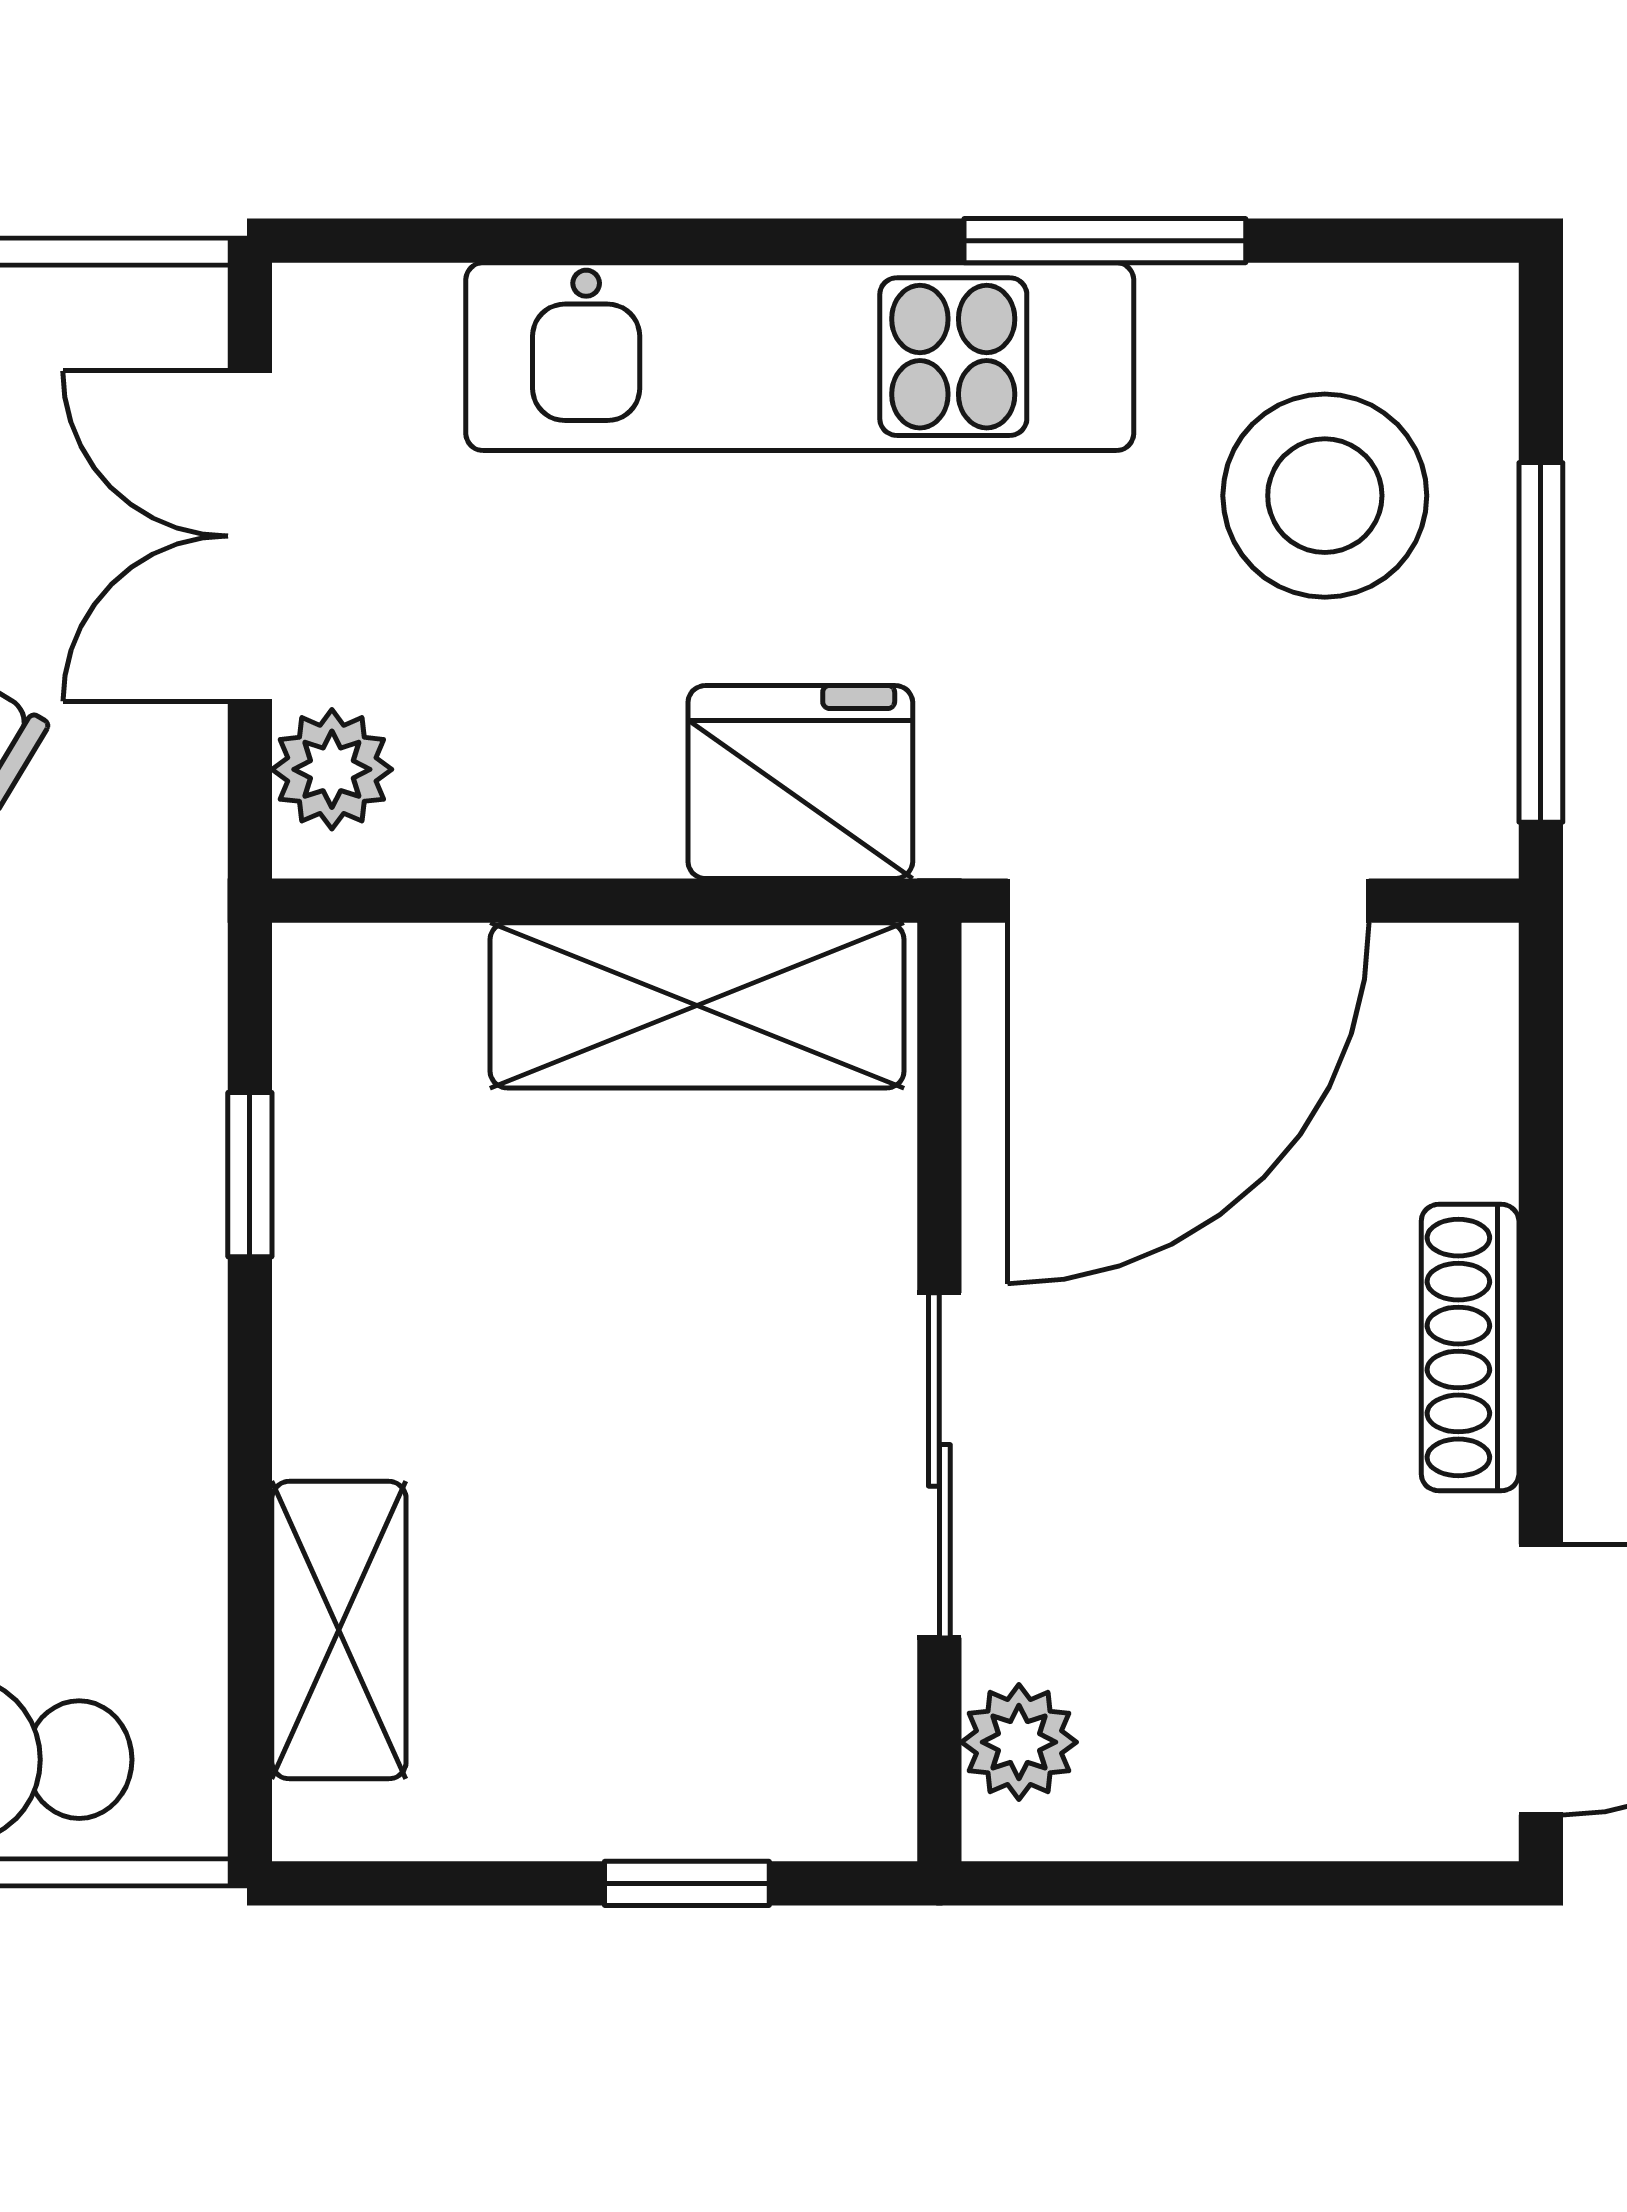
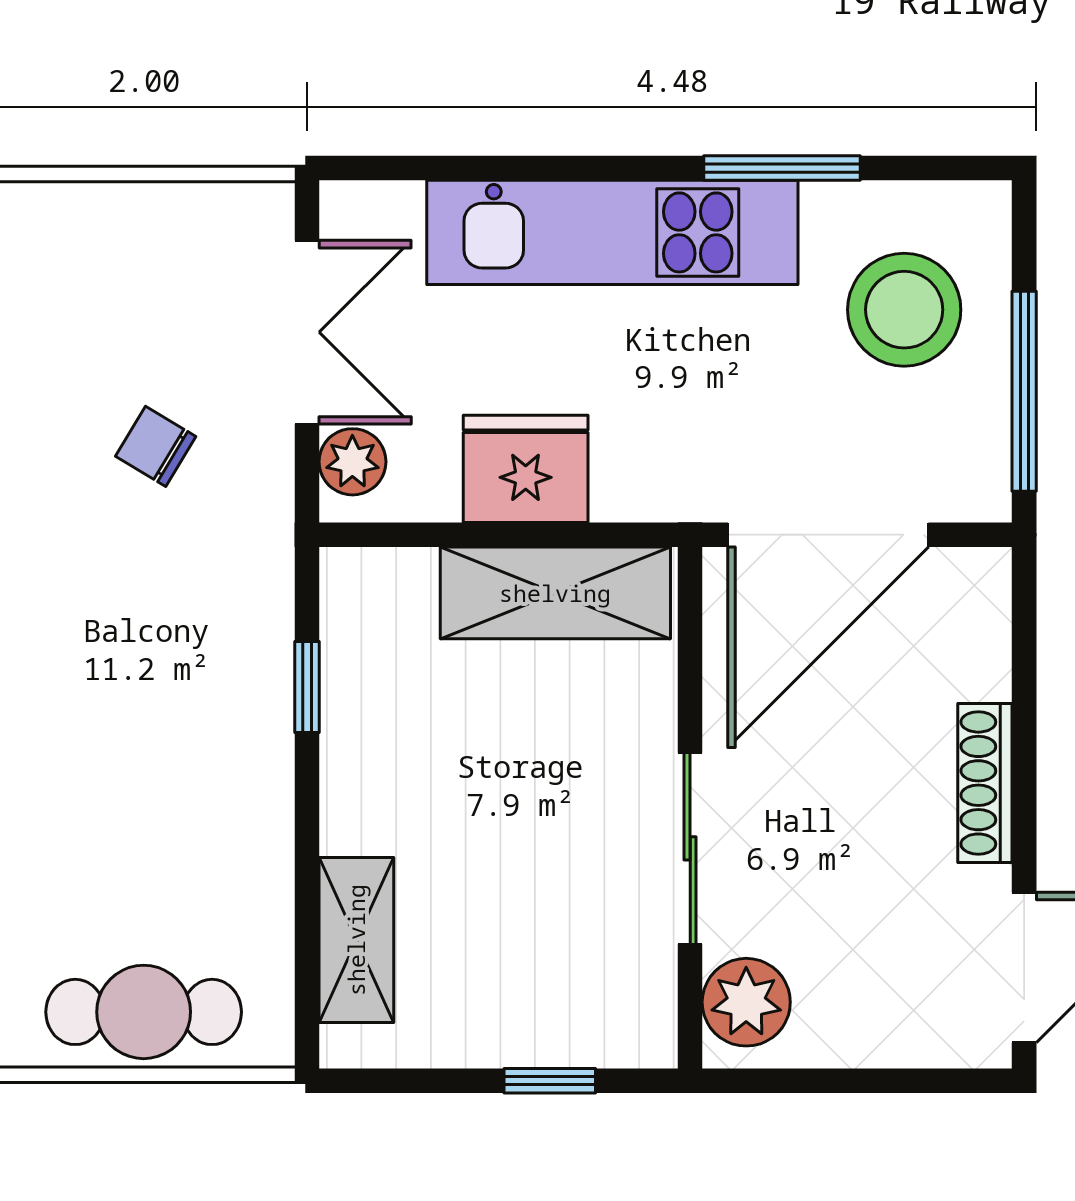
double door: (250, 536) -> (307, 332), swing flipped
fridge: (800, 782) -> (526, 469), moved
plant: (1019, 1742) -> (746, 1002), width x1.38, depth x1.38

